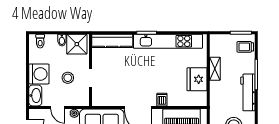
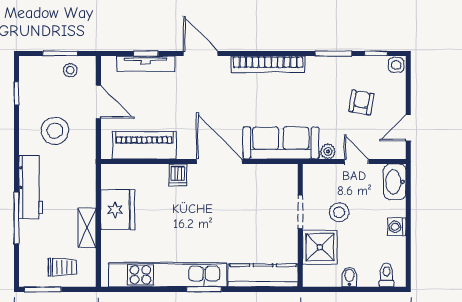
shower: (77, 44) -> (320, 247), moved
trolley: (245, 47) -> (62, 267), moved
washing machine: (39, 74) -> (397, 227), width x0.53, depth x0.53

